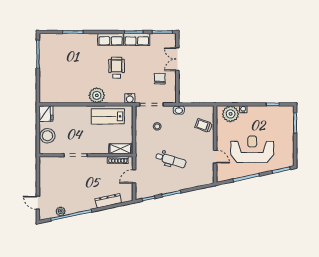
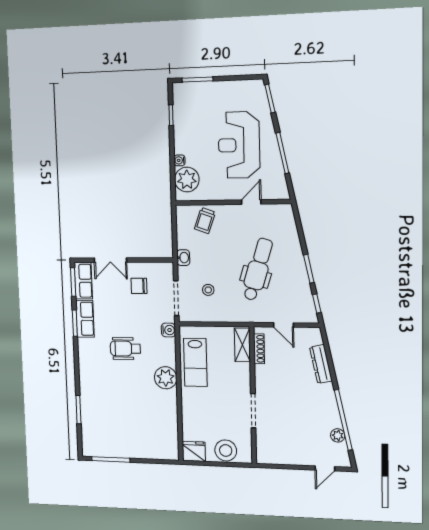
row of seats: (111, 39) -> (83, 281), moved
dental chair: (171, 160) -> (258, 269), width x1.36, depth x1.38

